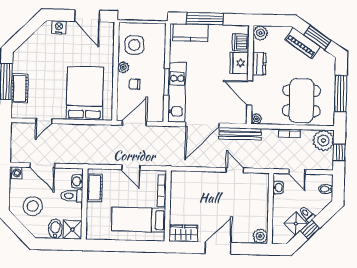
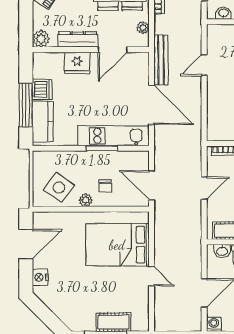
dishwasher: (241, 43) -> (42, 89), moved, turned -90
side table: (134, 45) -> (59, 188), turned 36
dresser: (259, 64) -> (78, 39), width x1.44
plant: (256, 119) -> (143, 28), moved
door: (44, 121) -> (152, 276), moved

